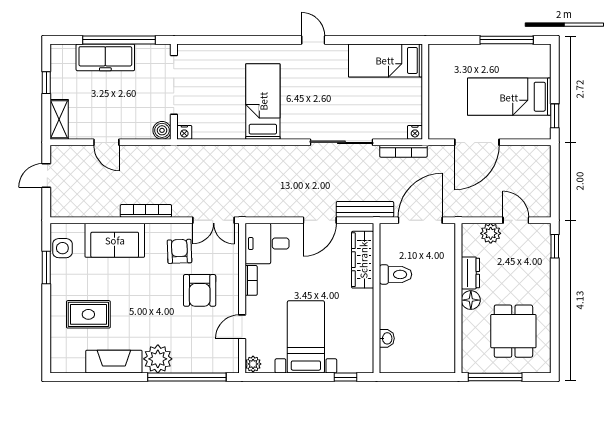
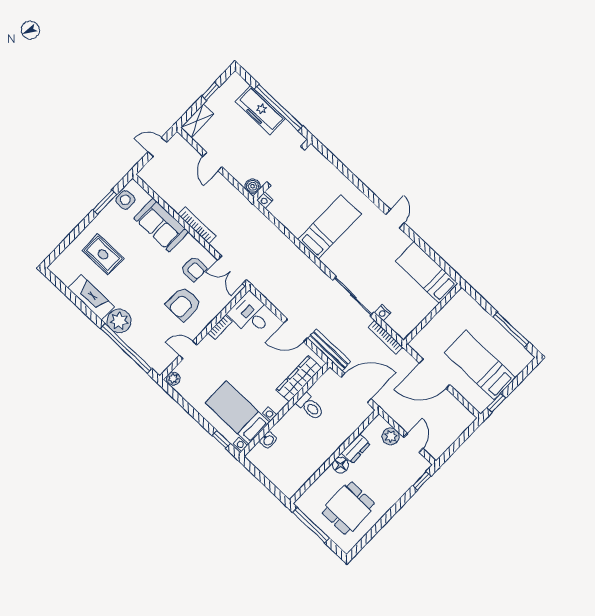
nightstand: (415, 132) -> (383, 313), moved
armchair: (180, 251) -> (194, 269), turned 92
bed with nightstands: (306, 337) -> (238, 413), moved, turned -90

